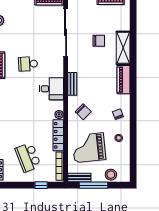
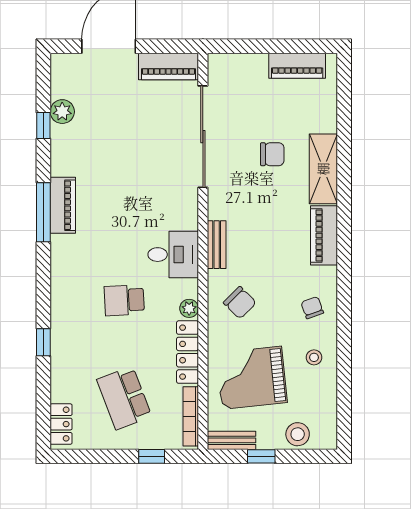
school desk: (28, 64) -> (124, 300), moved
window: (93, 185) -> (261, 456), width x0.46

